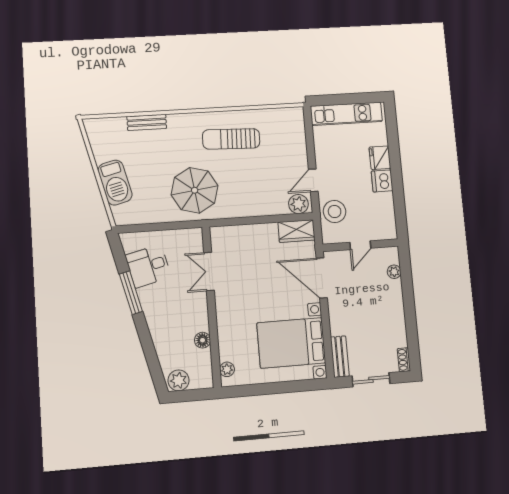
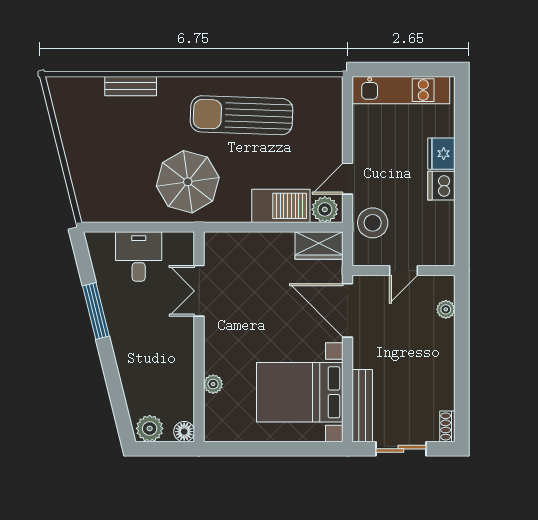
sun lounger: (231, 139) -> (241, 115), width x1.36, depth x1.34
barbecue: (115, 183) -> (281, 206), moved, turned -76
desk: (148, 266) -> (139, 257), moved, turned 104
floor lamp: (203, 340) -> (184, 432), moved
bench: (340, 357) -> (362, 406), width x1.36
plant: (227, 369) -> (213, 384), moved

